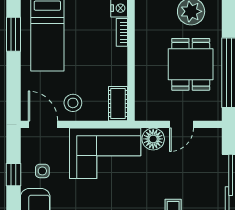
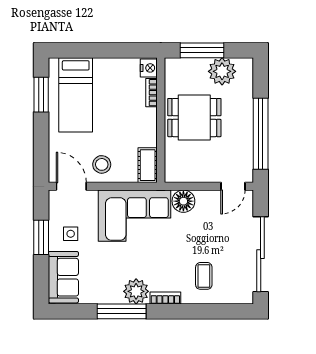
dining table: (191, 64) -> (194, 118), moved, turned 90
door: (181, 124) -> (233, 186), moved
window: (13, 175) -> (41, 237), width x1.50

